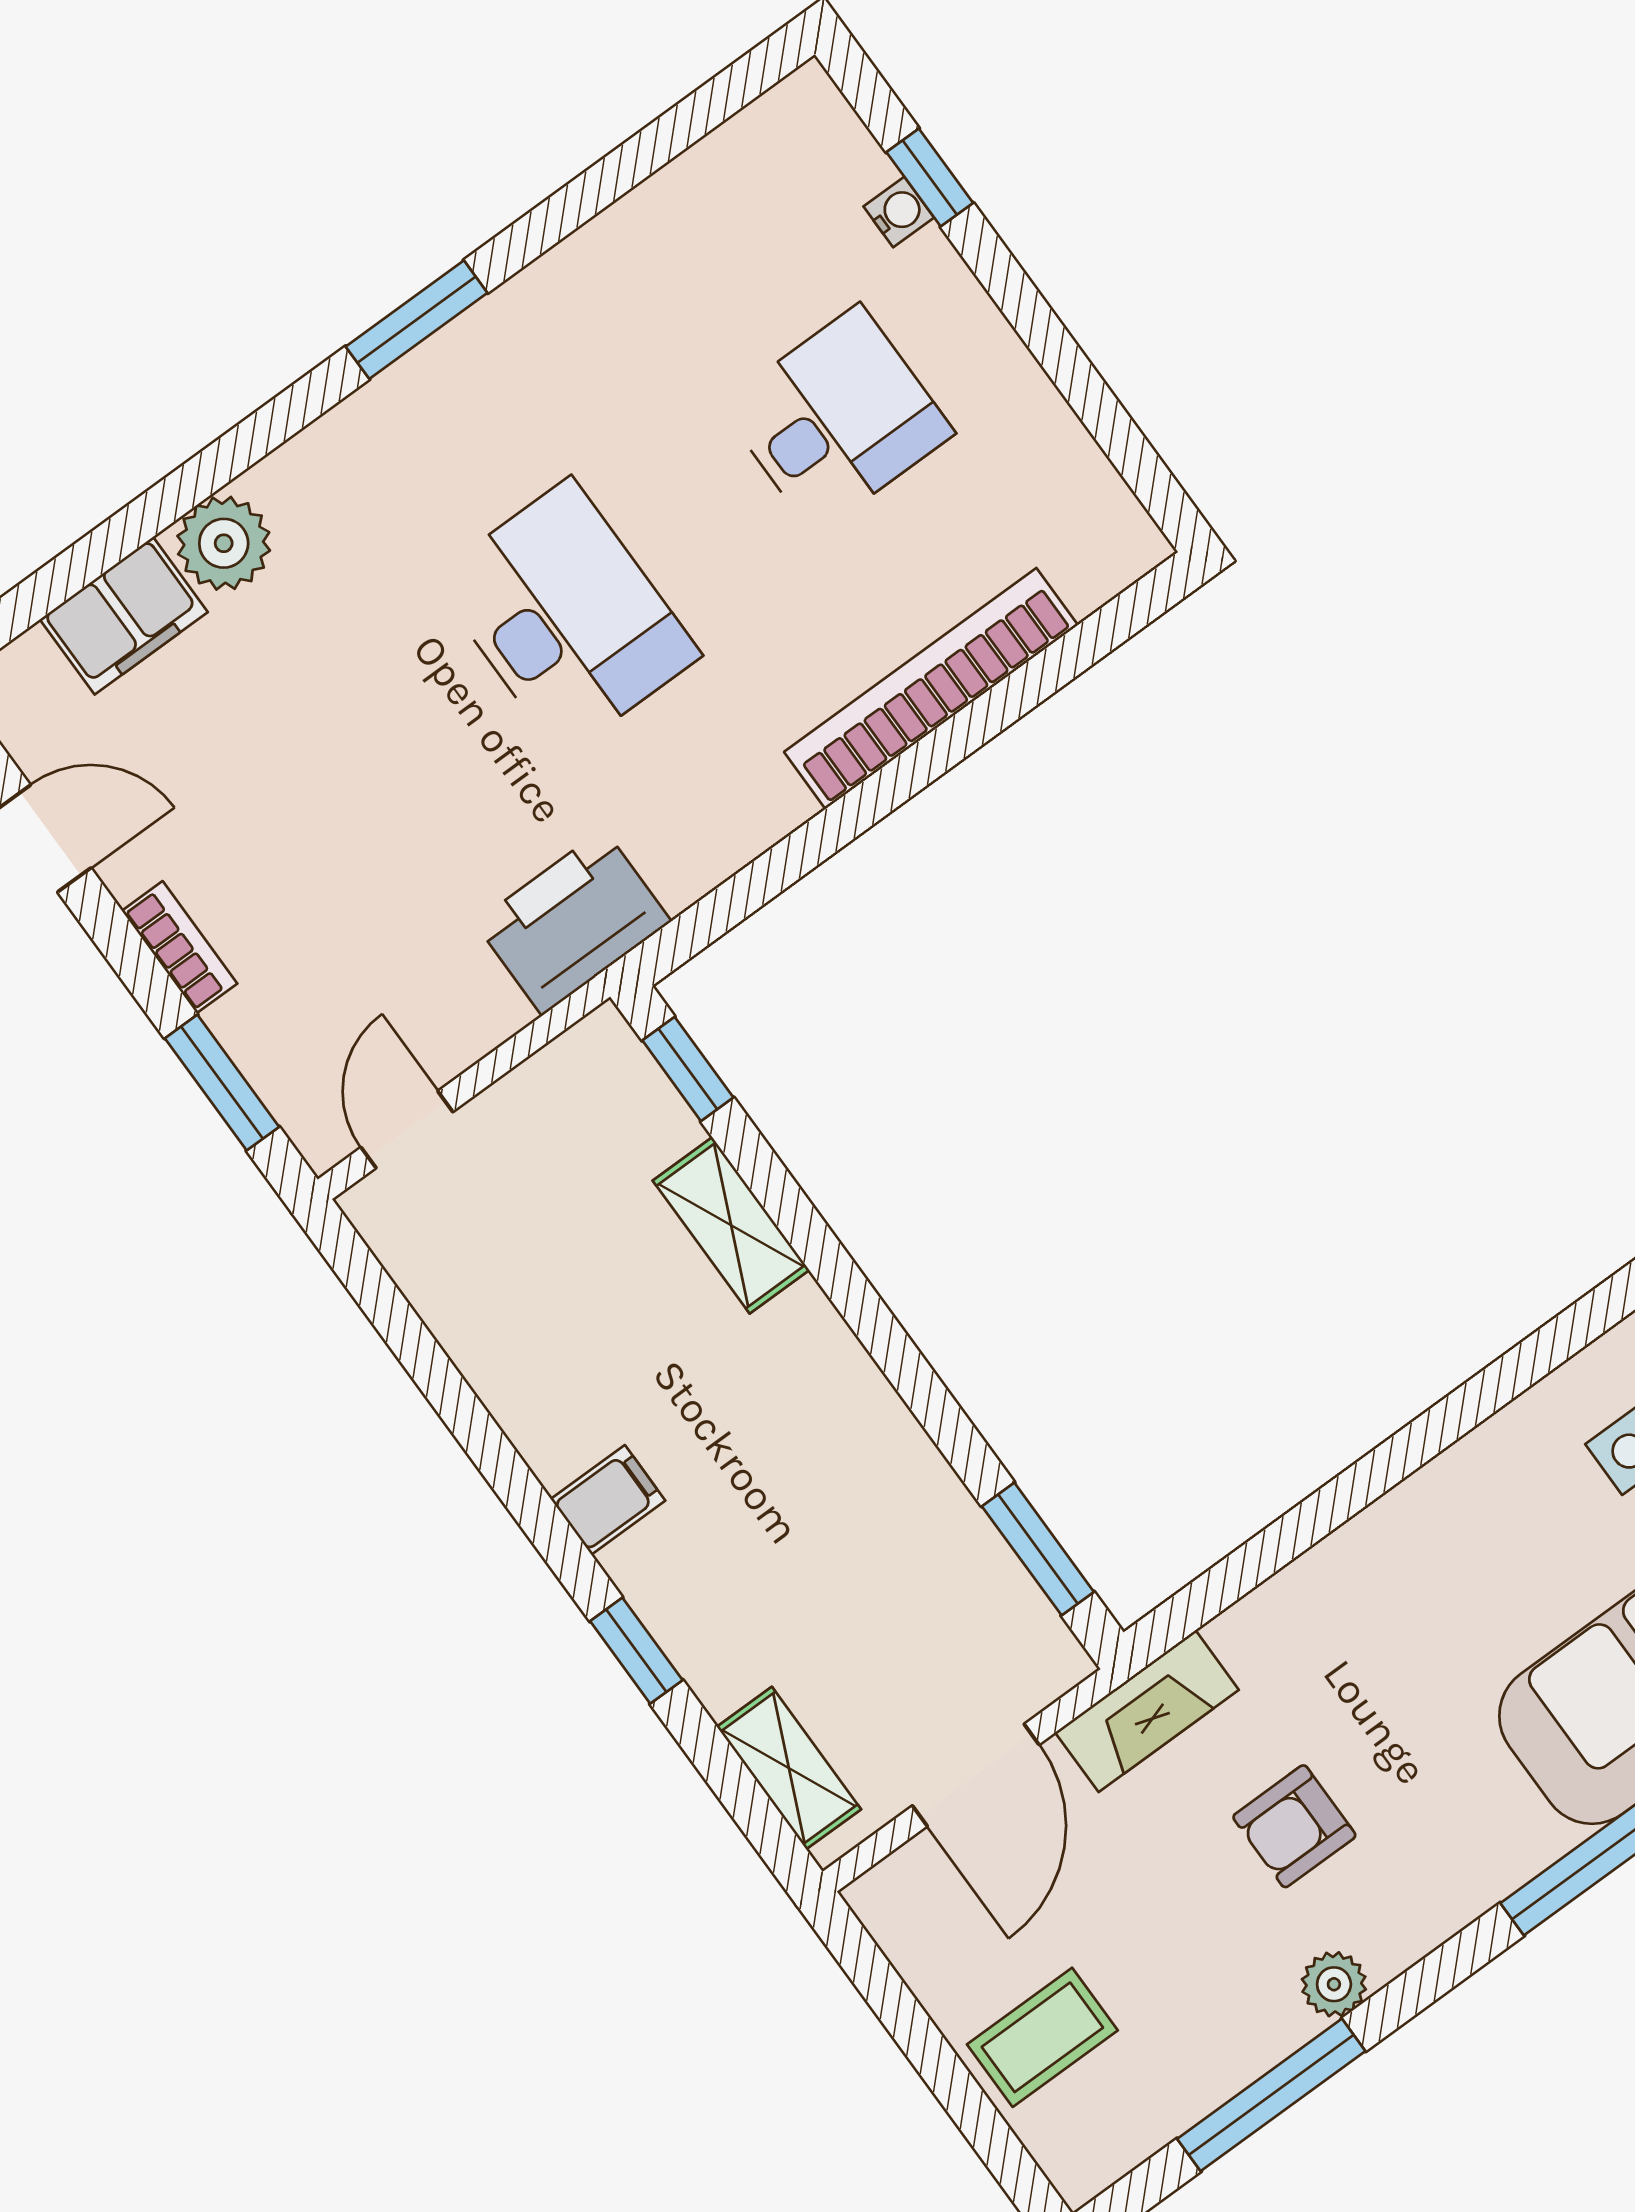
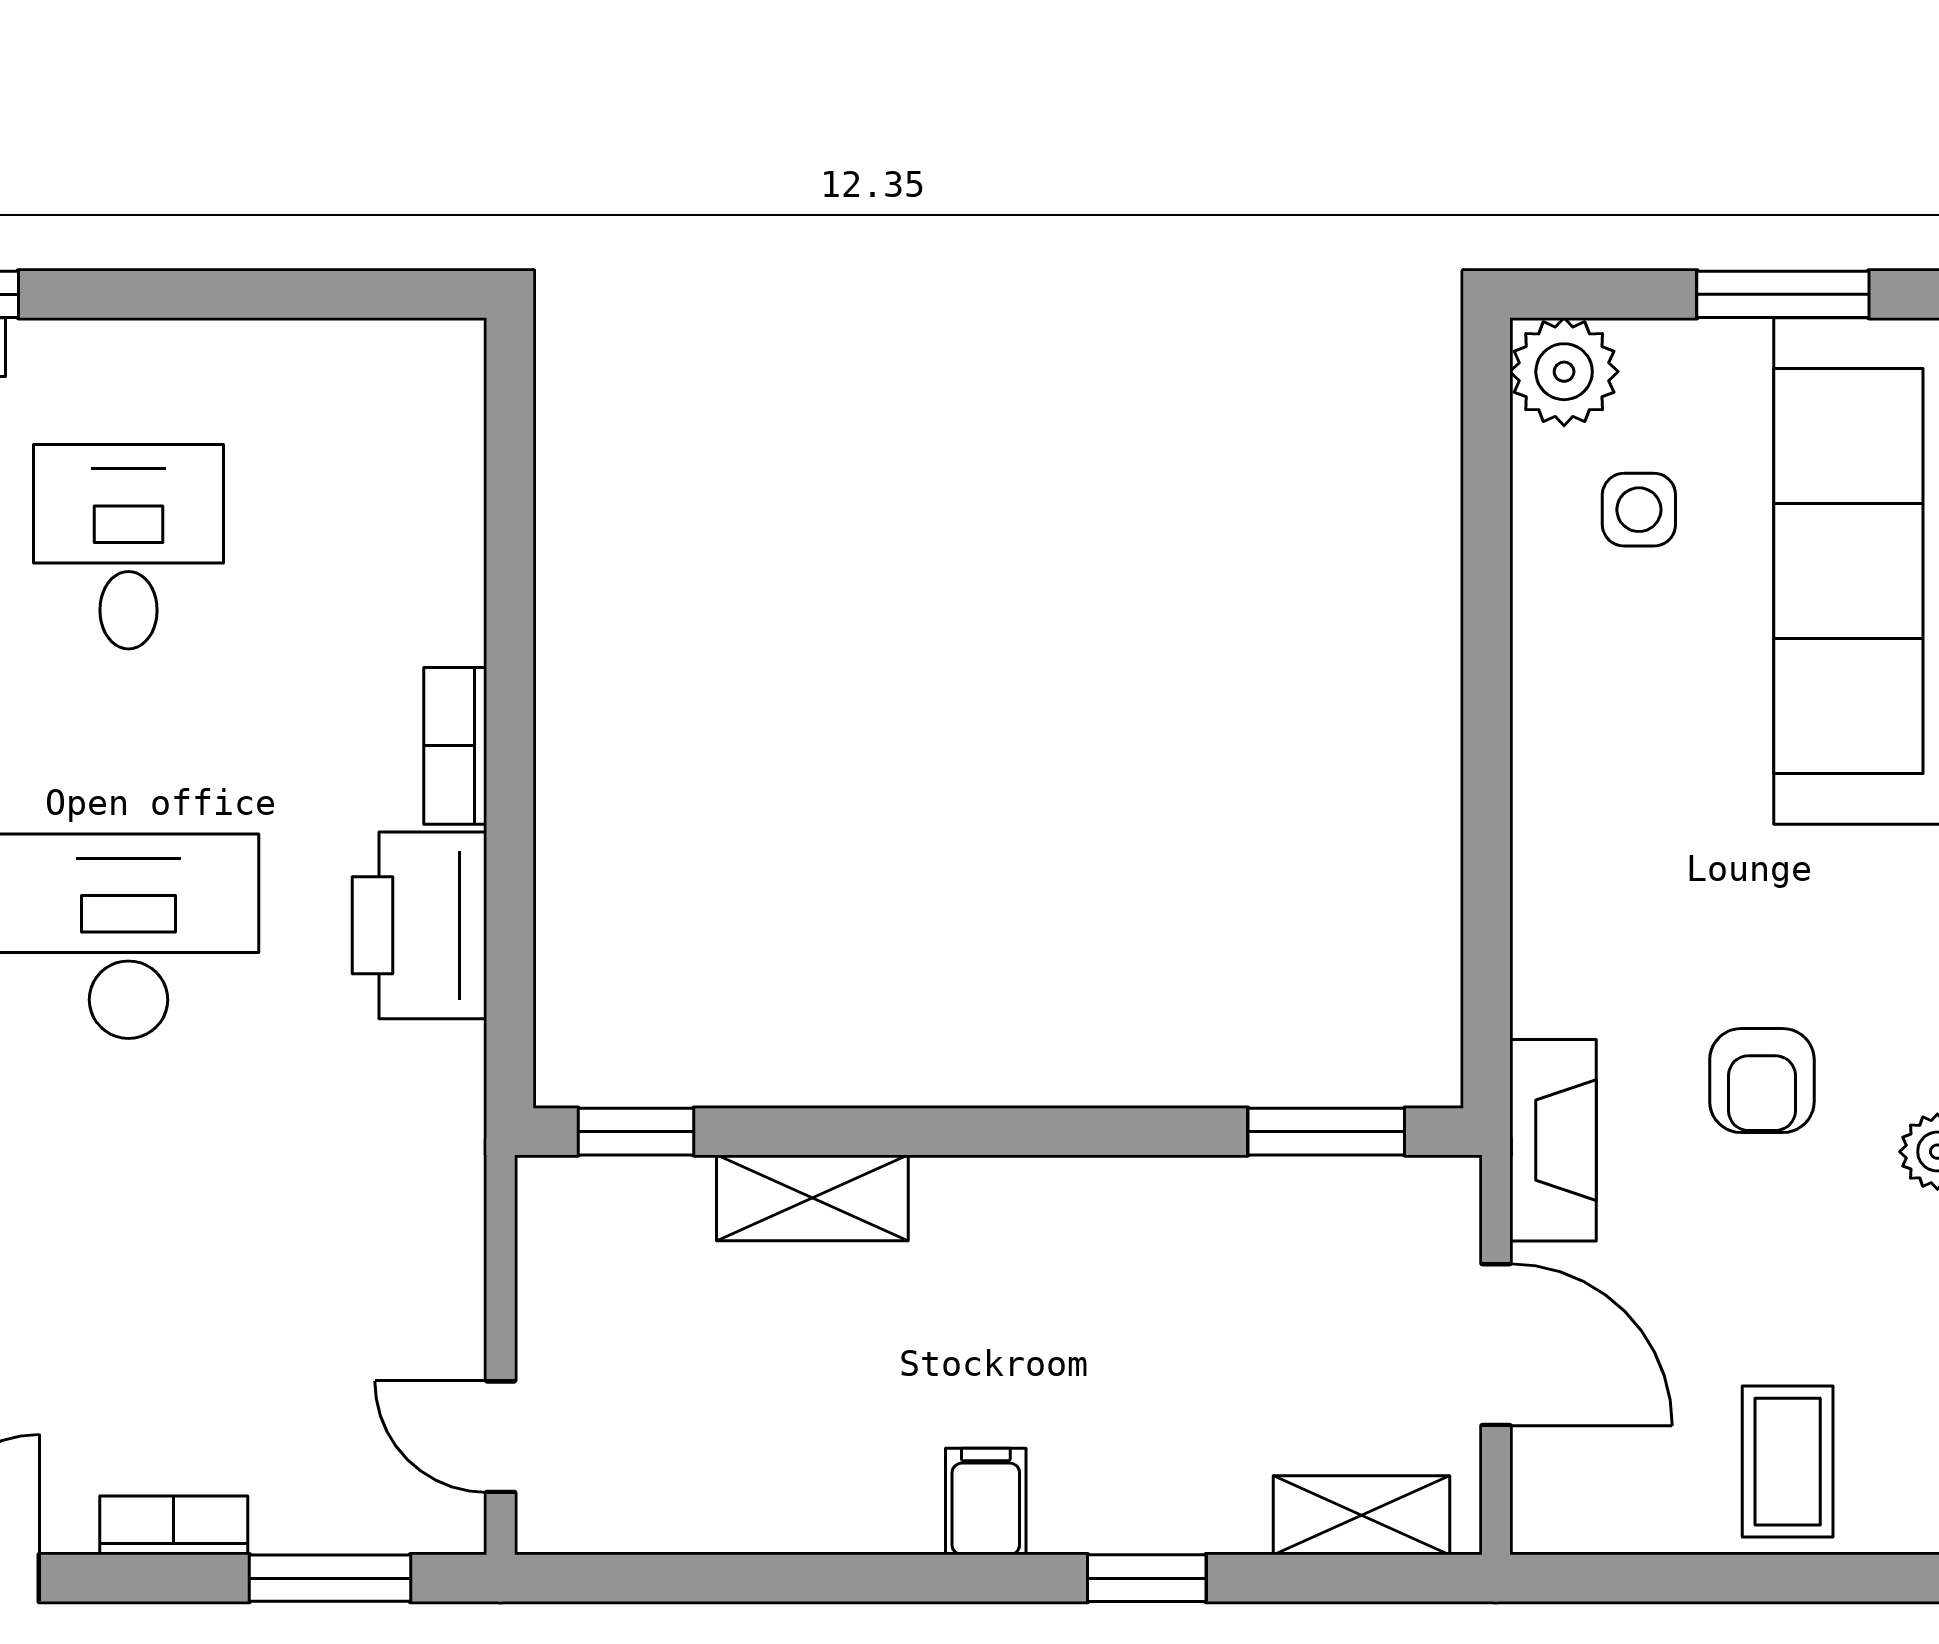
bookcase: (931, 689) -> (455, 746), width x0.43, depth x0.76
printer: (573, 922) -> (419, 925), moved

